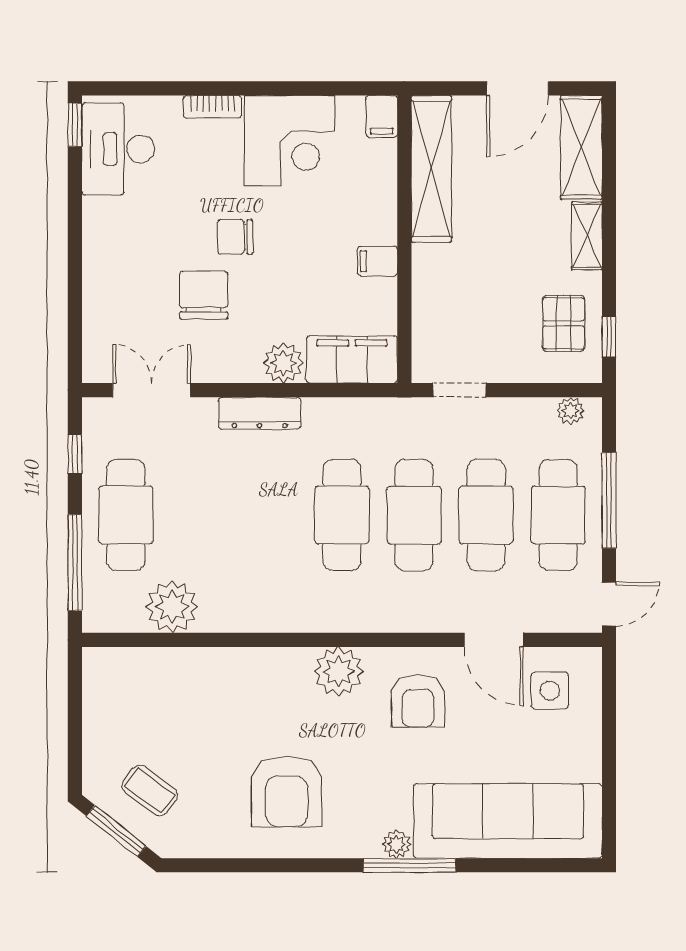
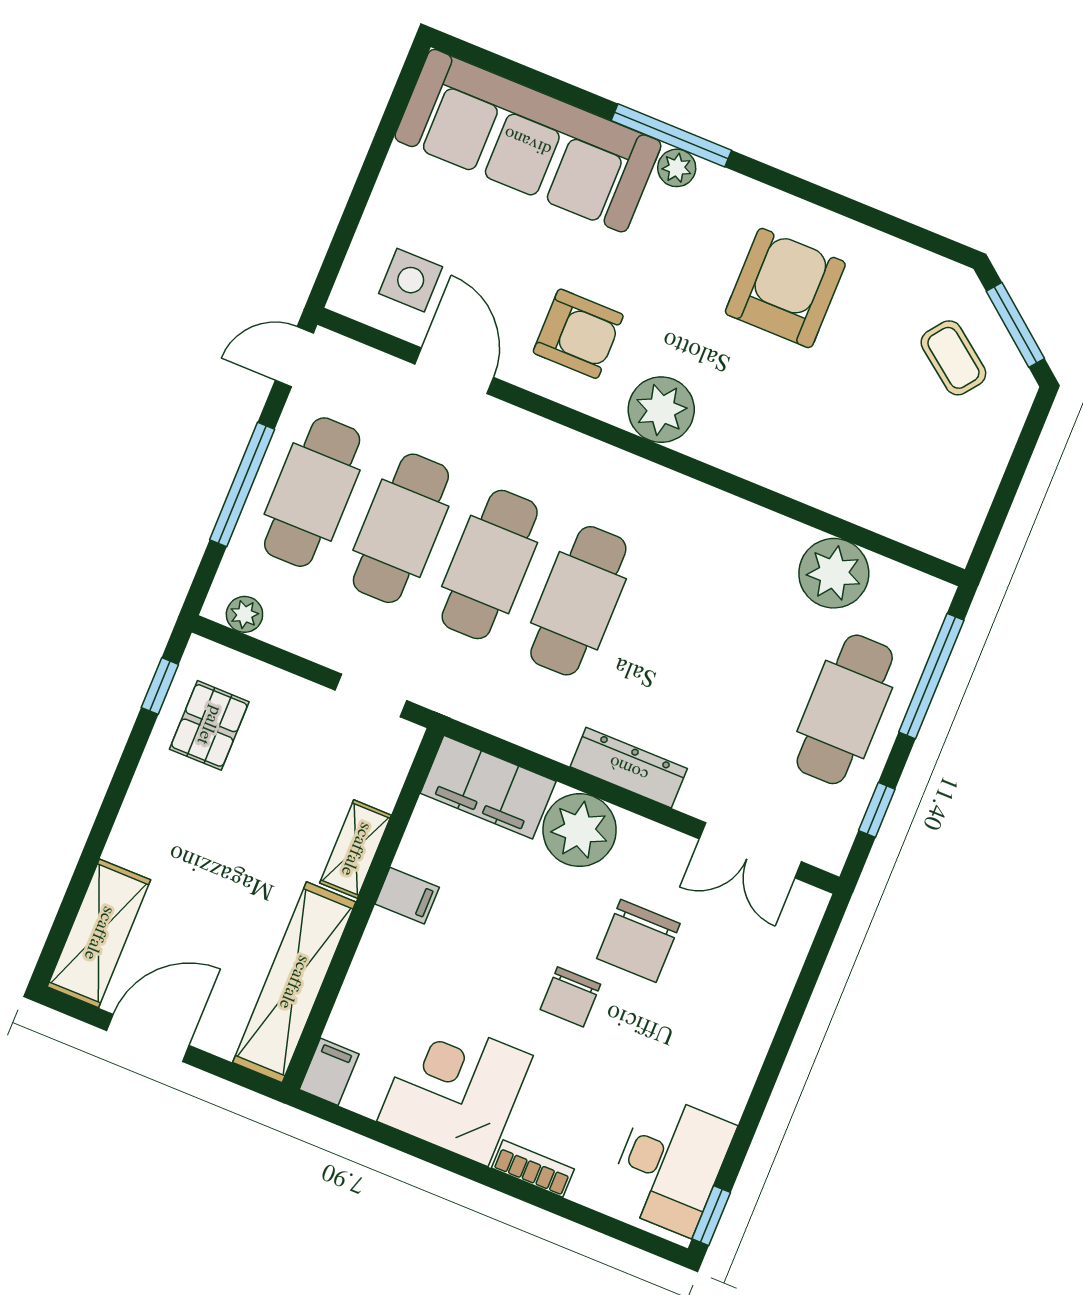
shelving: (587, 236) -> (356, 849), moved
chair: (235, 237) -> (570, 997), turned 90
plant: (283, 363) -> (580, 830), width x1.36, depth x1.36
armchair: (418, 701) -> (578, 334), turned 90

